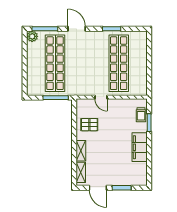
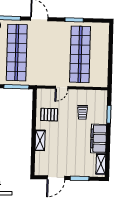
door: (101, 97) -> (62, 88), hinge flipped
trolley: (141, 115) -> (82, 112), moved
shelving: (81, 172) -> (101, 164), moved
door: (98, 188) -> (56, 178), hinge flipped

